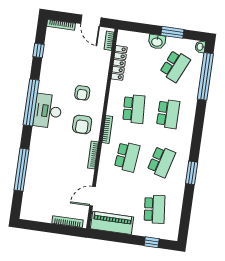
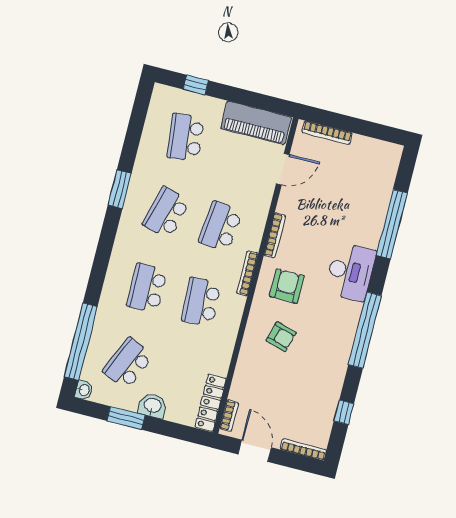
locker: (119, 63) -> (211, 403), moved
armchair: (82, 93) -> (281, 337), turned 106
desk: (48, 111) -> (350, 272), moved

